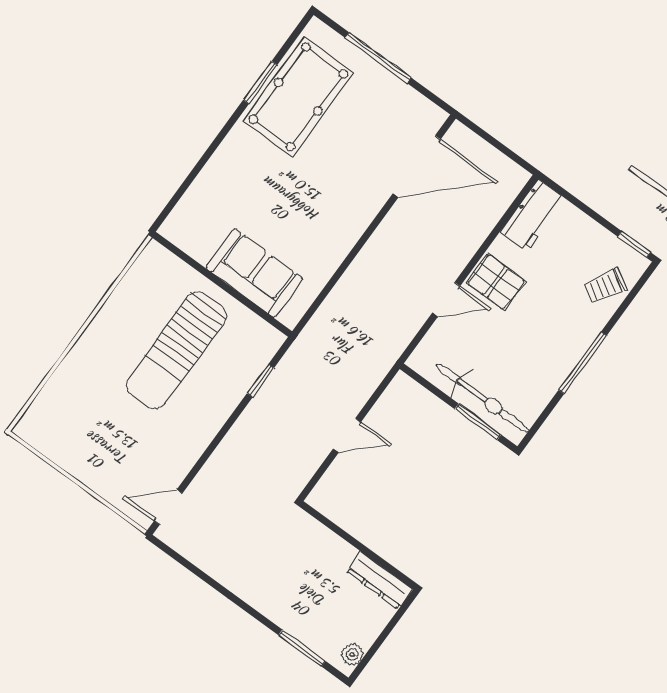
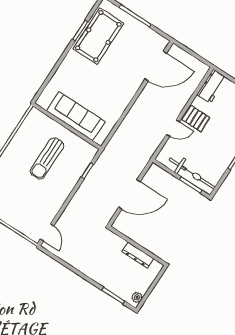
sofa: (254, 273) -> (76, 116), width x1.36
sun lounger: (176, 350) -> (47, 158), width x0.73, depth x0.75
door: (347, 435) -> (129, 194), width x1.88
door: (168, 507) -> (47, 232), swing flipped
dresser: (379, 580) -> (138, 255), moved

